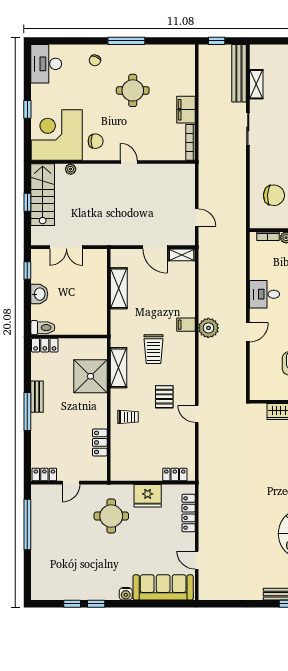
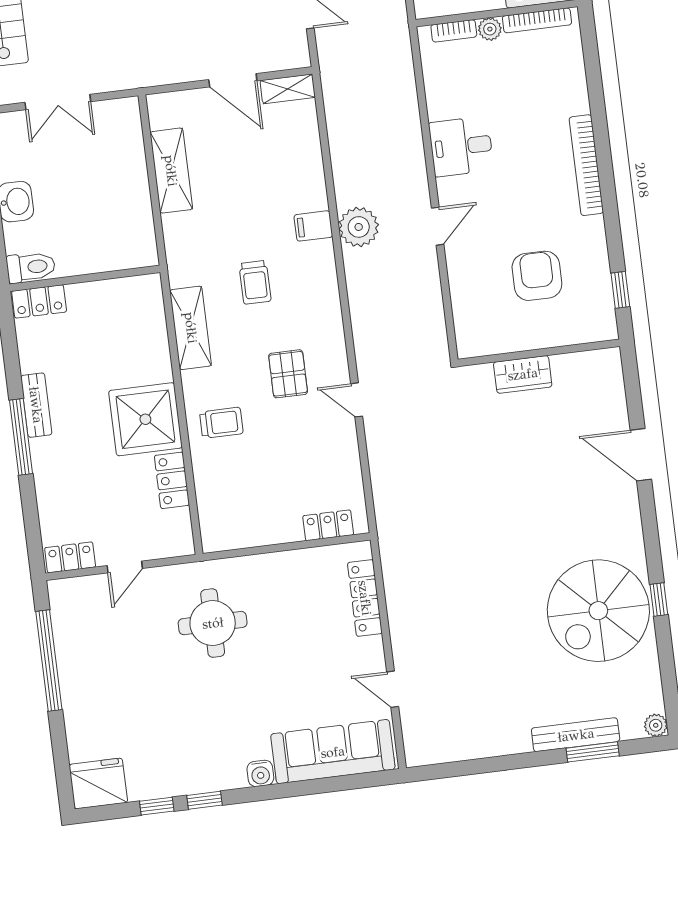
trolley: (153, 349) -> (255, 282), width x0.73, depth x0.72
shower: (90, 376) -> (145, 419), moved
fridge: (148, 496) -> (98, 784), moved, turned 180

